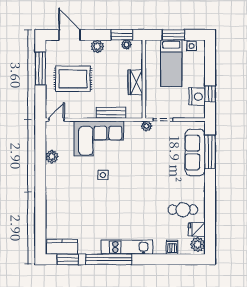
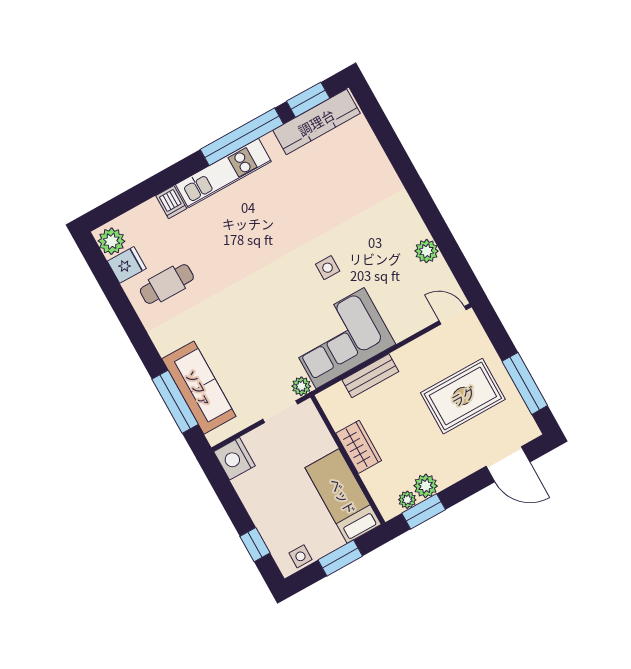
plant: (97, 46) -> (426, 486), moved
bed: (171, 63) -> (343, 496), moved
window: (210, 94) -> (255, 545), moved
nightstand: (197, 97) -> (234, 459), moved
door: (56, 120) -> (453, 315), swing flipped
corner sofa: (99, 138) -> (340, 338), moved
kitchen counter: (62, 247) -> (316, 122), width x1.50
dishwasher: (172, 247) -> (171, 202), moved

